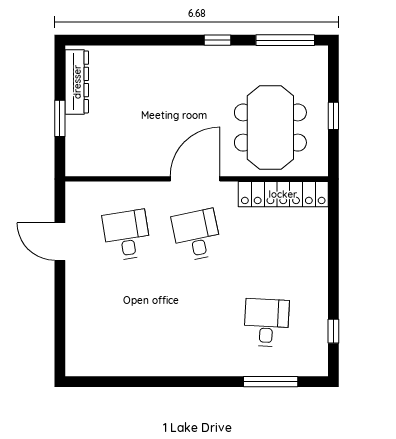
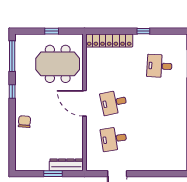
chair: (160, 64) -> (24, 122), added
dresser: (77, 82) -> (66, 165), moved
locker: (283, 194) -> (109, 40), moved, turned 90
window: (333, 331) -> (143, 31), moved

